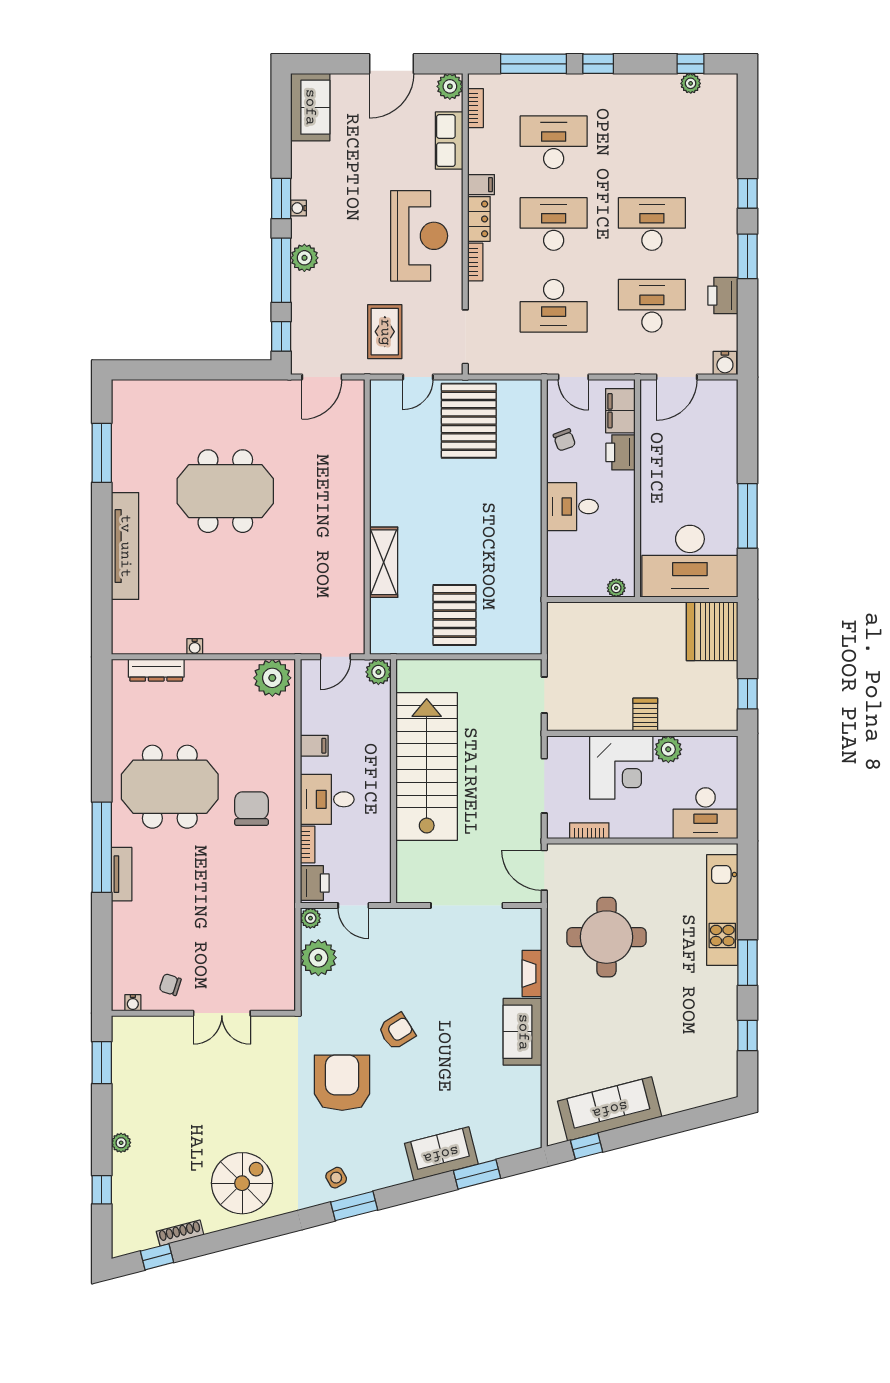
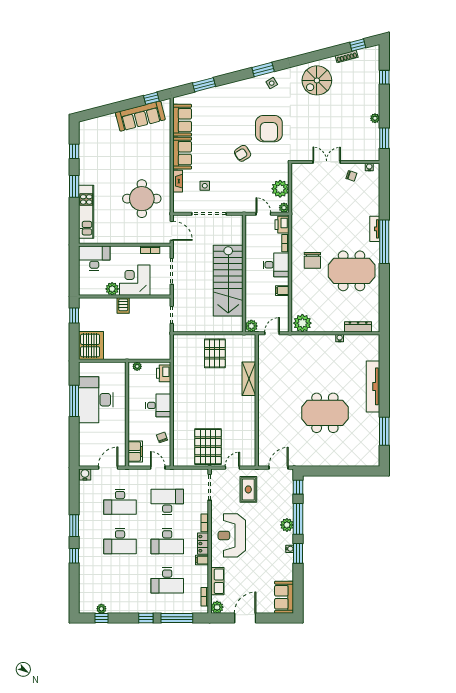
printer: (723, 296) -> (86, 507), removed
printer: (621, 452) -> (164, 373), moved, turned 180
desk: (690, 561) -> (96, 400), moved, turned -90
side table: (475, 964) -> (205, 186), added
plant: (121, 1143) -> (375, 118), moved
sofa: (441, 1154) -> (182, 120), moved, turned -76

